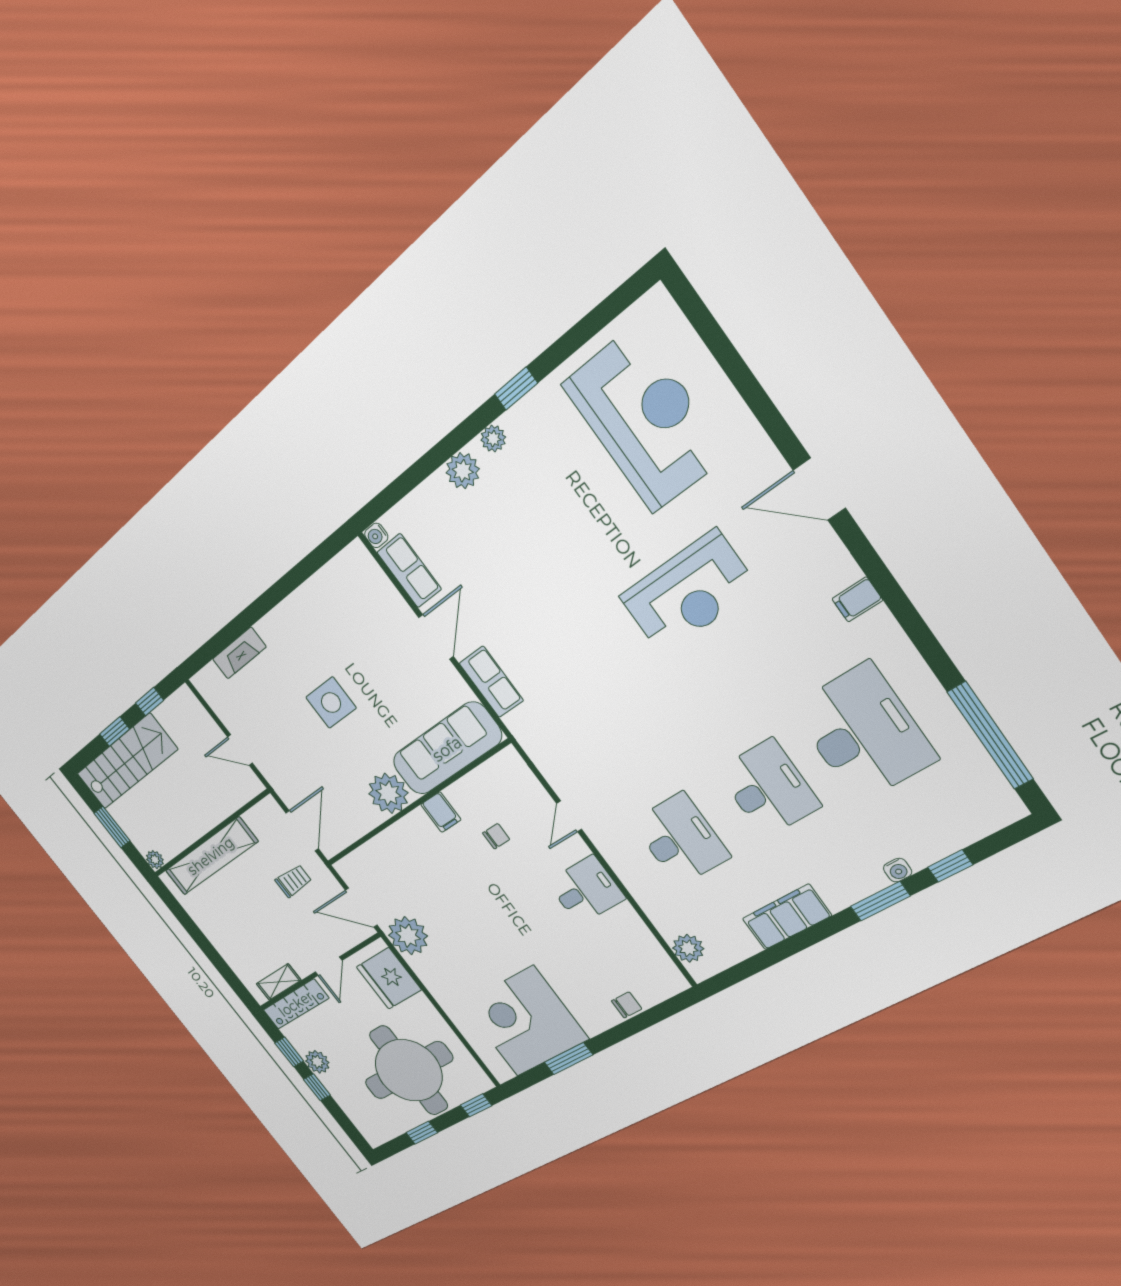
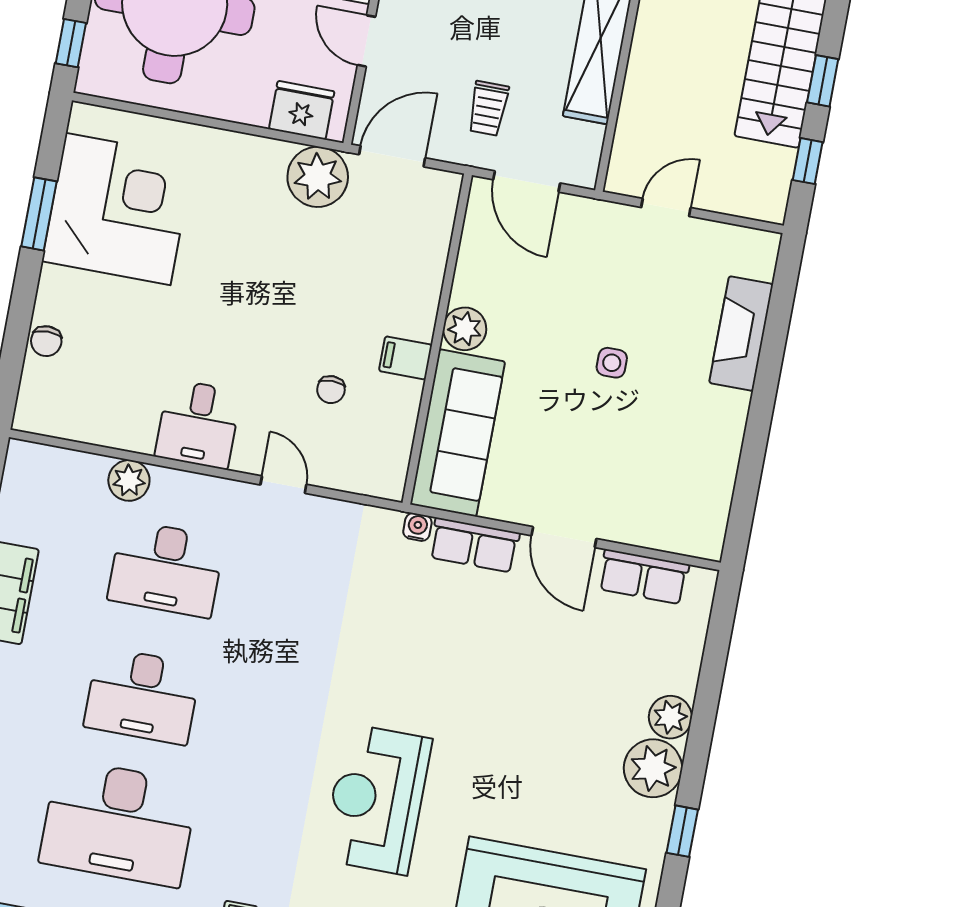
plant: (493, 439) -> (653, 768), width x1.87, depth x1.87
water cooler: (376, 535) -> (417, 527), moved
fireplace: (239, 653) -> (741, 334), width x1.37, depth x1.32
side table: (331, 703) -> (612, 363), width x0.54, depth x0.54
plant: (388, 793) -> (465, 329), width x0.73, depth x0.73
plant: (688, 948) -> (129, 480), moved
fridge: (389, 978) -> (302, 110), width x0.73, depth x0.75

